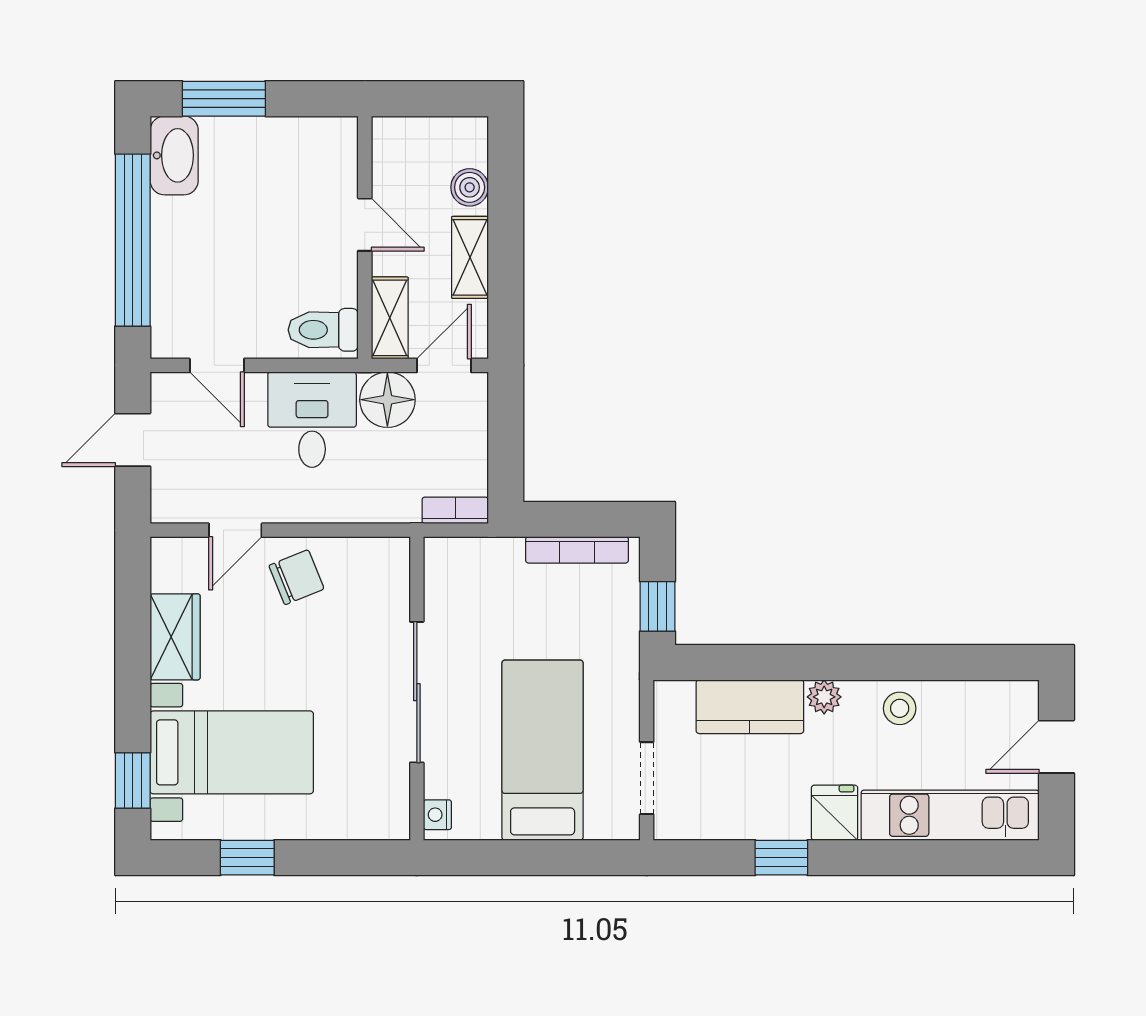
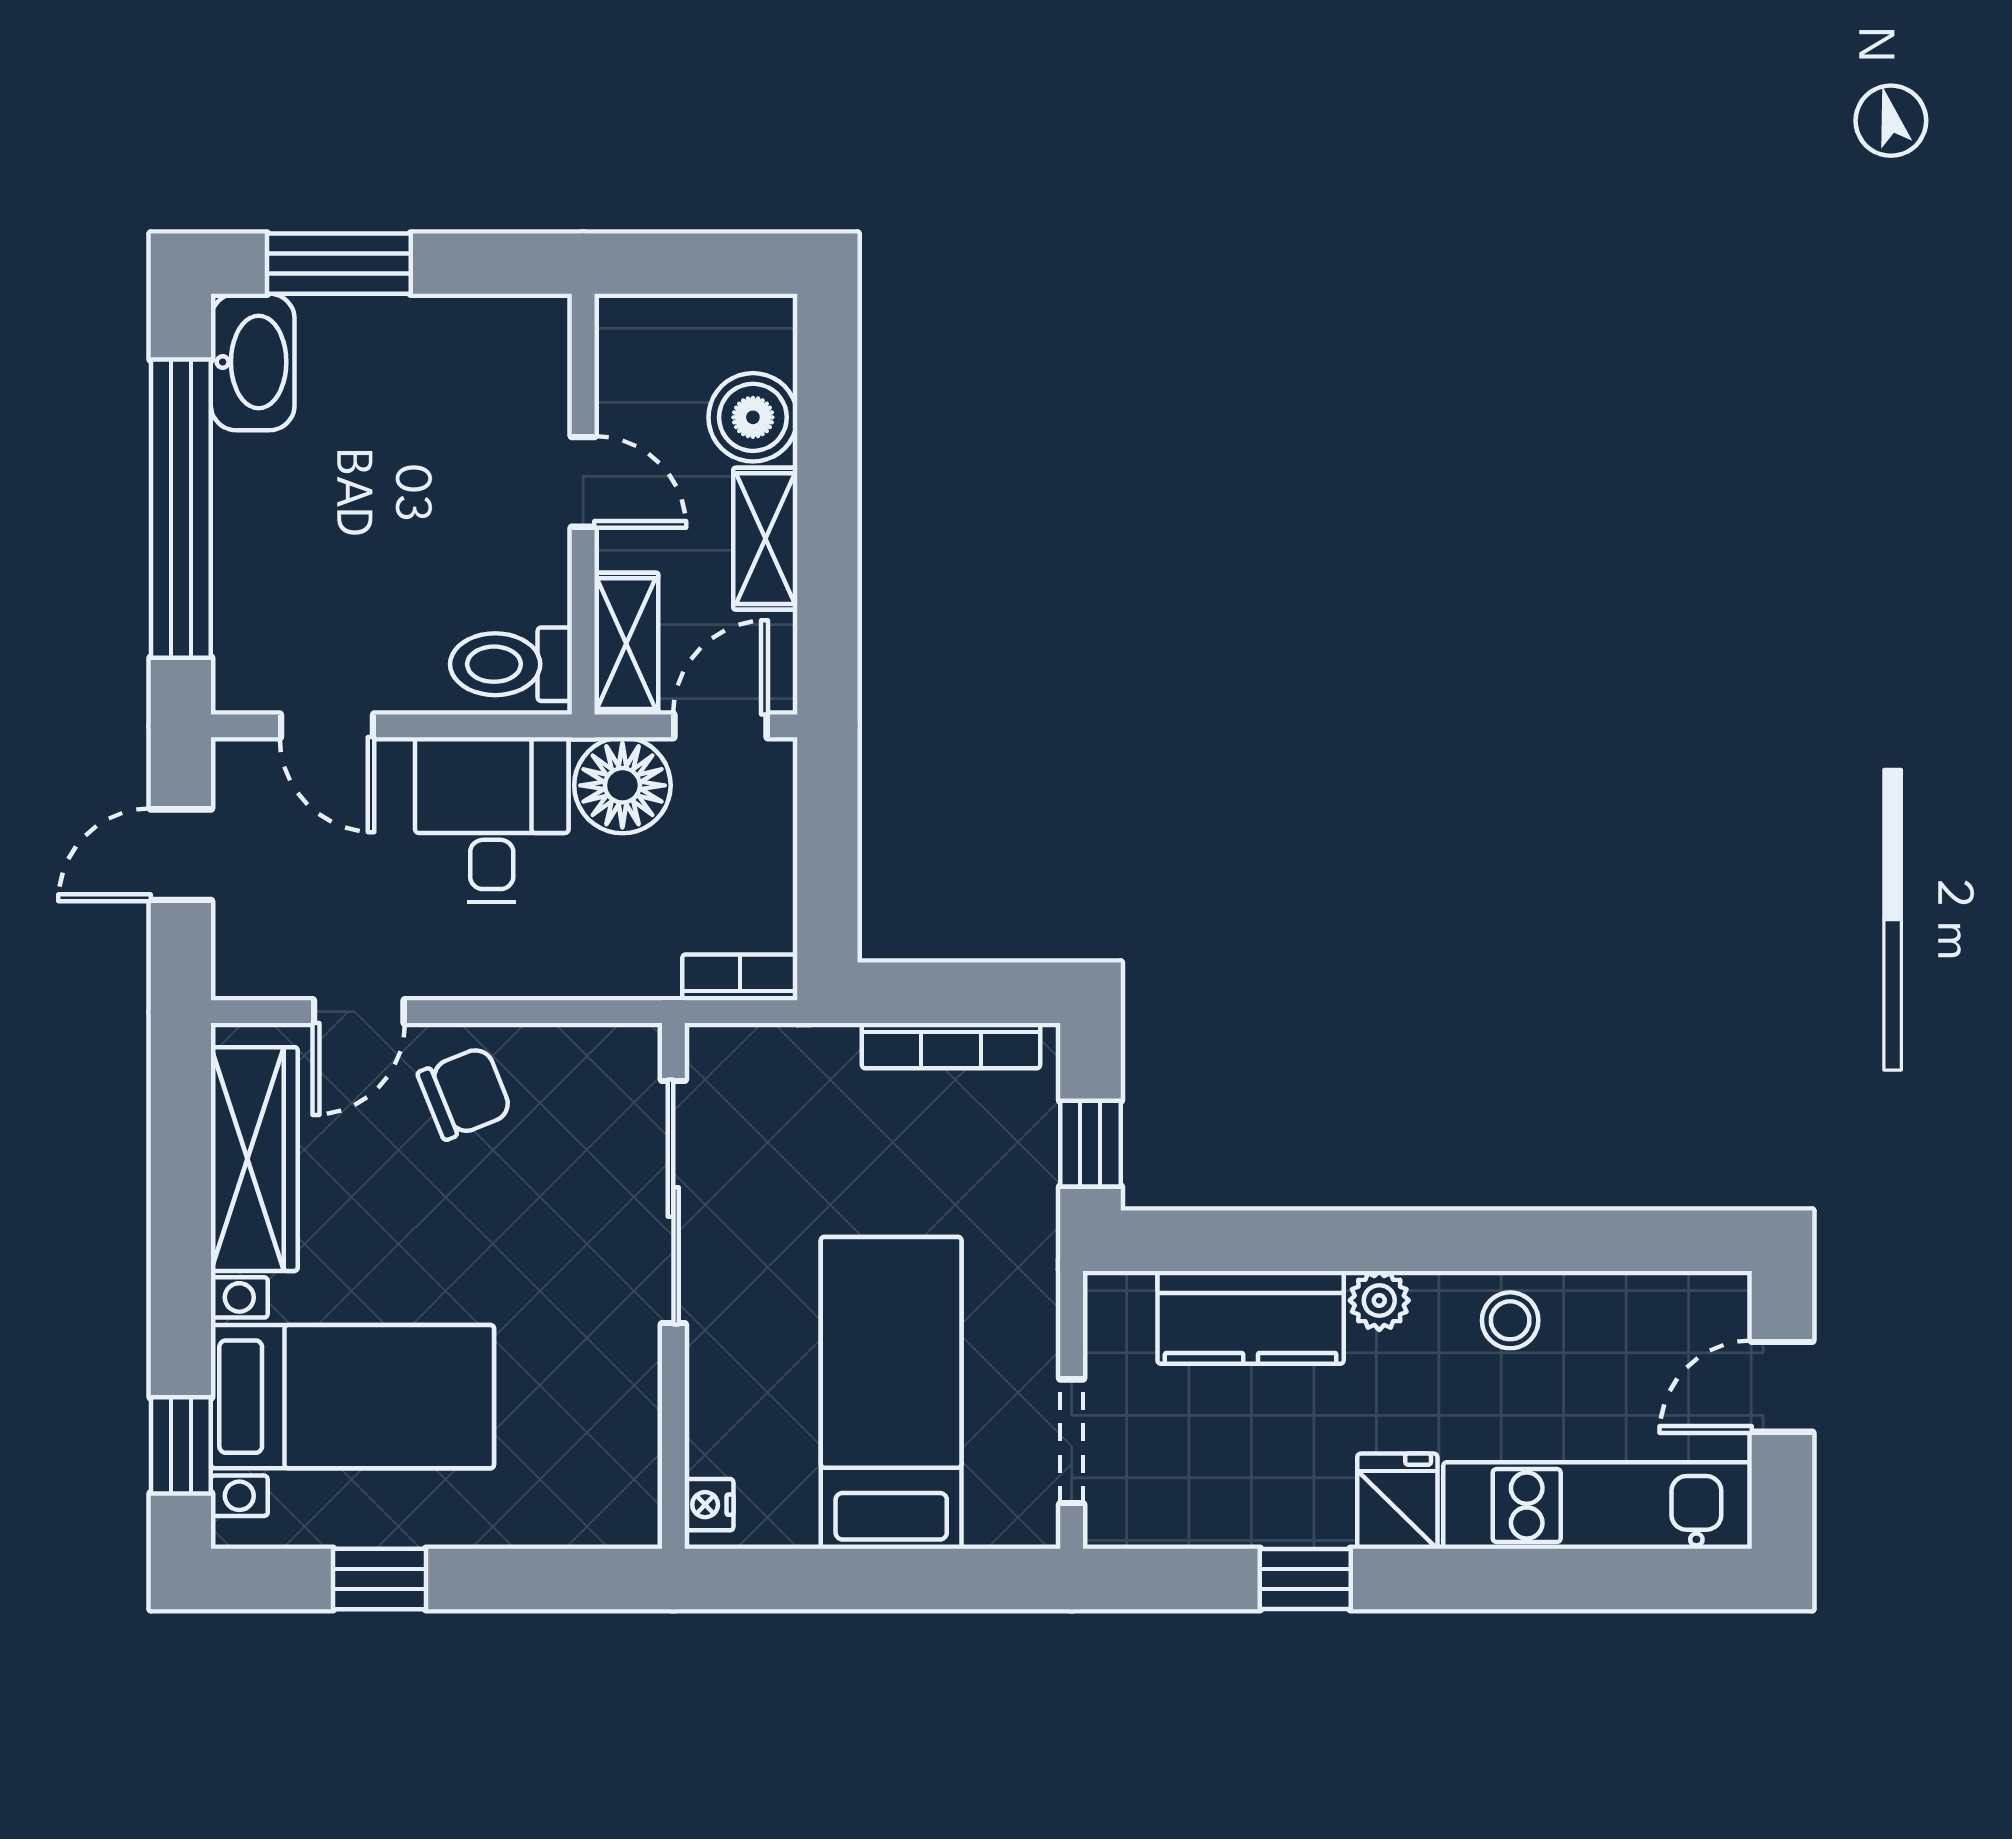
boiler: (470, 187) -> (753, 417), width x1.36, depth x1.36
wardrobe: (175, 637) -> (254, 1159), width x1.50
sliding door: (417, 692) -> (673, 1202), moved

